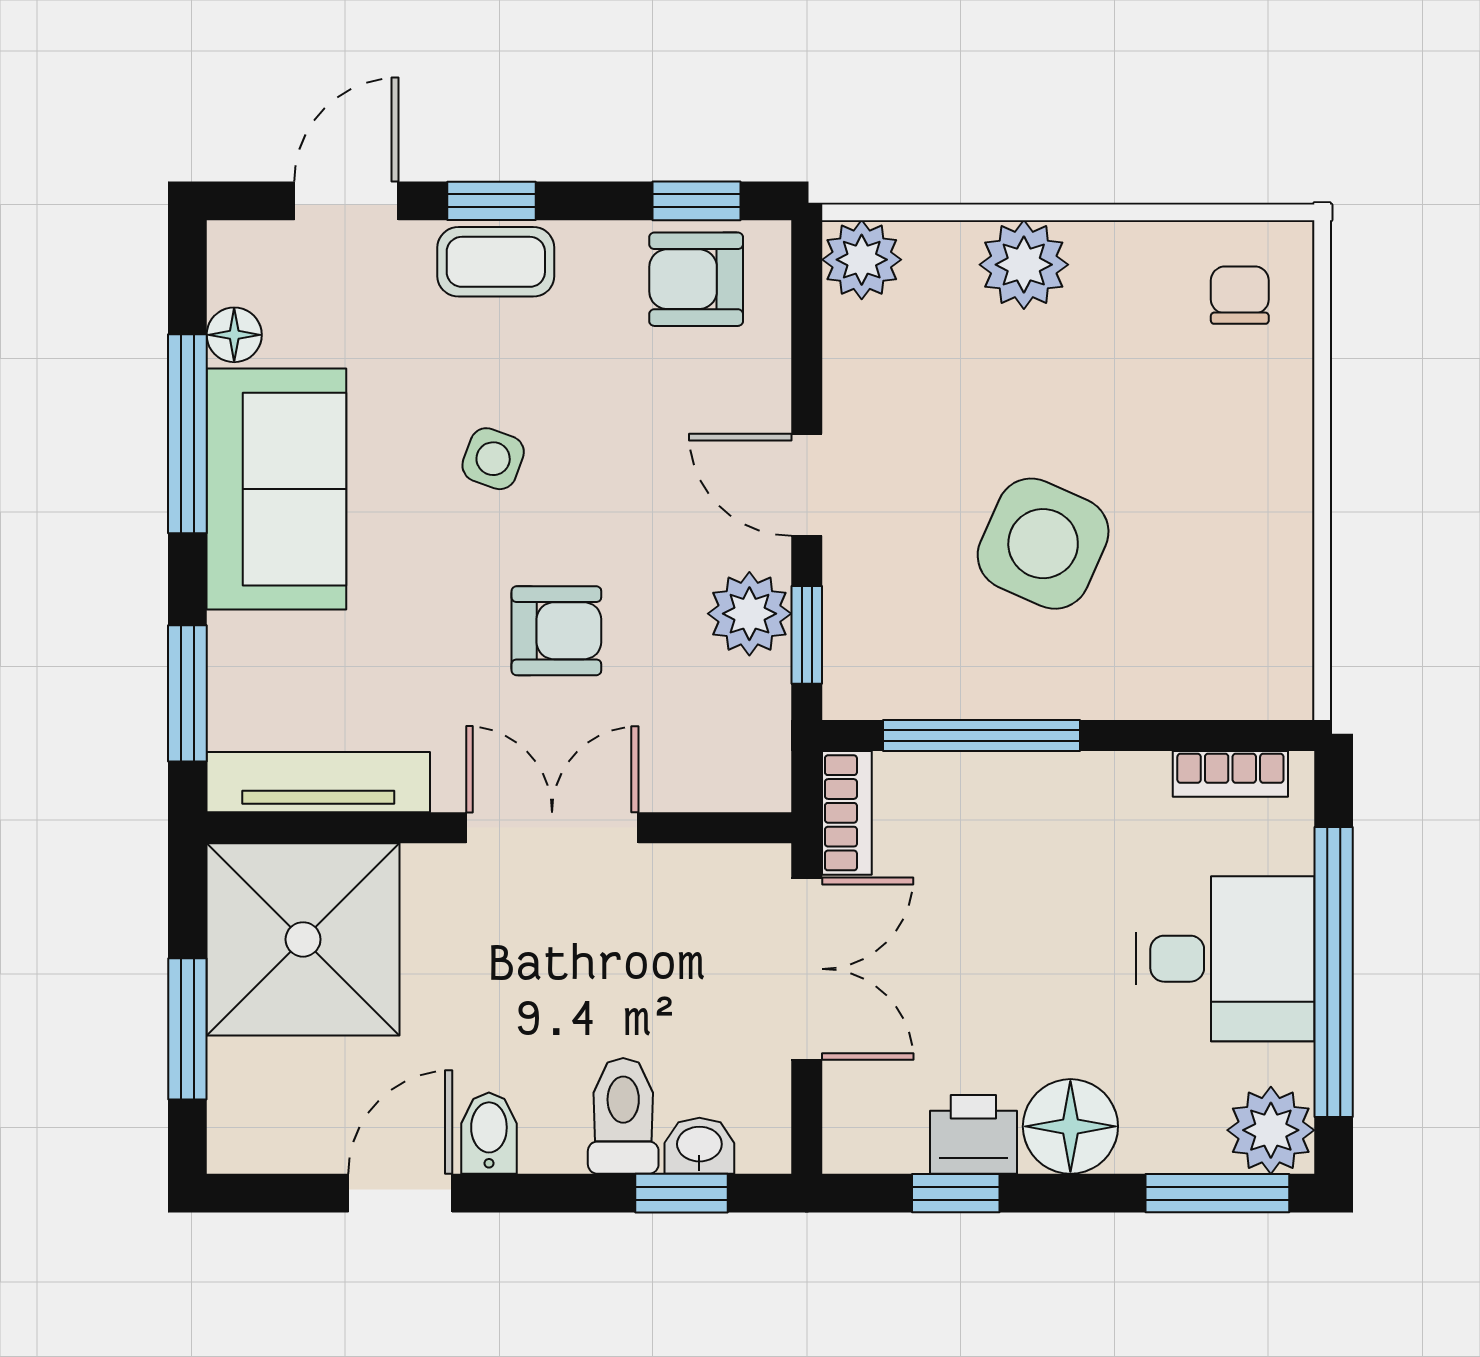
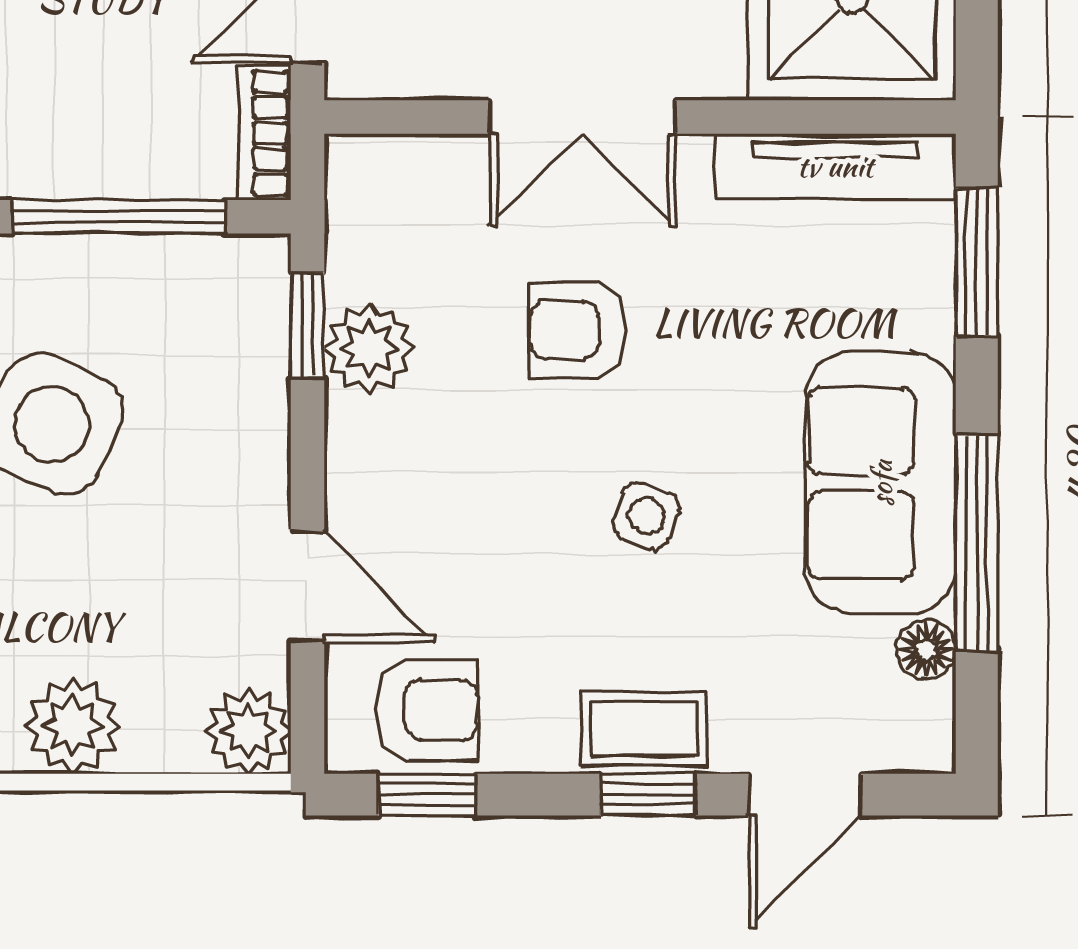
door: (807, 485) -> (307, 587), moved

